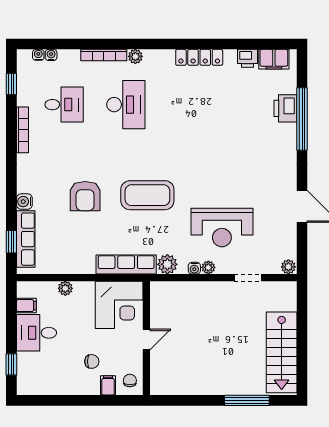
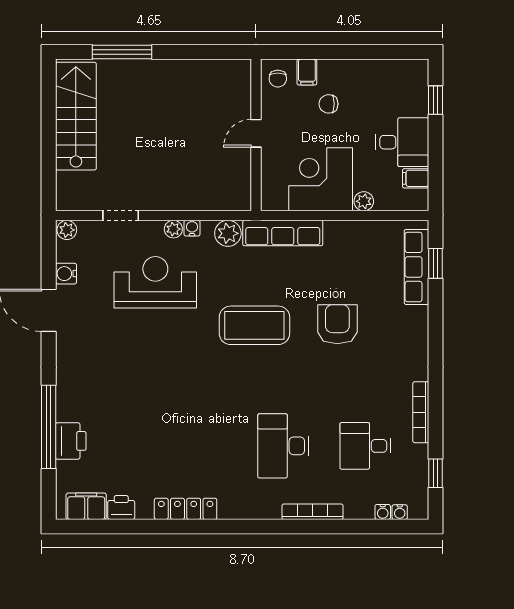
plant: (135, 56) -> (271, 510), removed
water cooler: (24, 202) -> (66, 274), moved, turned 180
corner desk: (119, 305) -> (321, 179), moved

